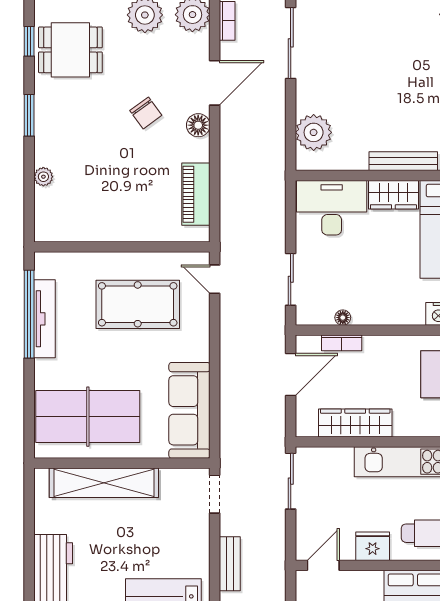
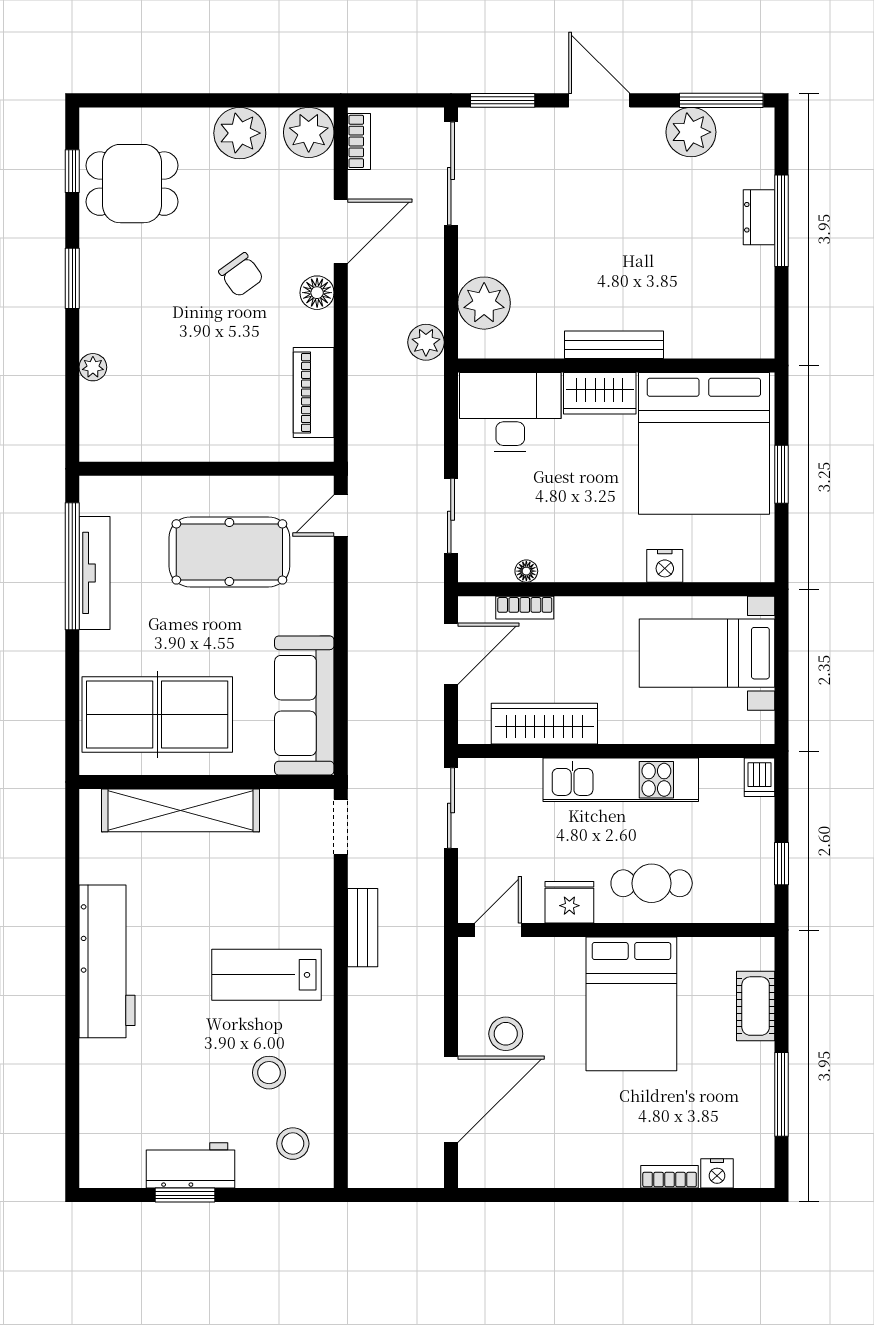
plant: (273, 159) -> (426, 342), added
door: (215, 279) -> (341, 515), hinge flipped

